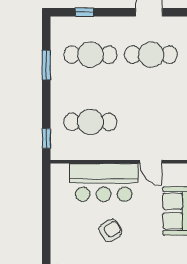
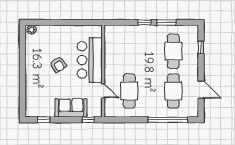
cafe table: (90, 122) -> (129, 91), moved
window: (46, 138) -> (144, 22), moved
door: (151, 162) -> (103, 91), swing flipped

